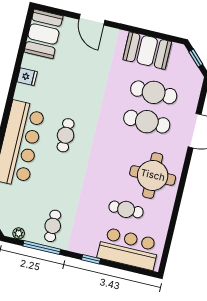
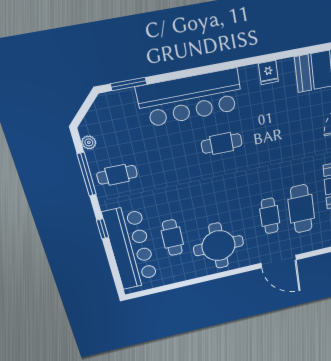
cafe table: (147, 122) -> (270, 216), width x0.73, depth x0.74
bar counter: (128, 249) -> (131, 248), width x1.36

